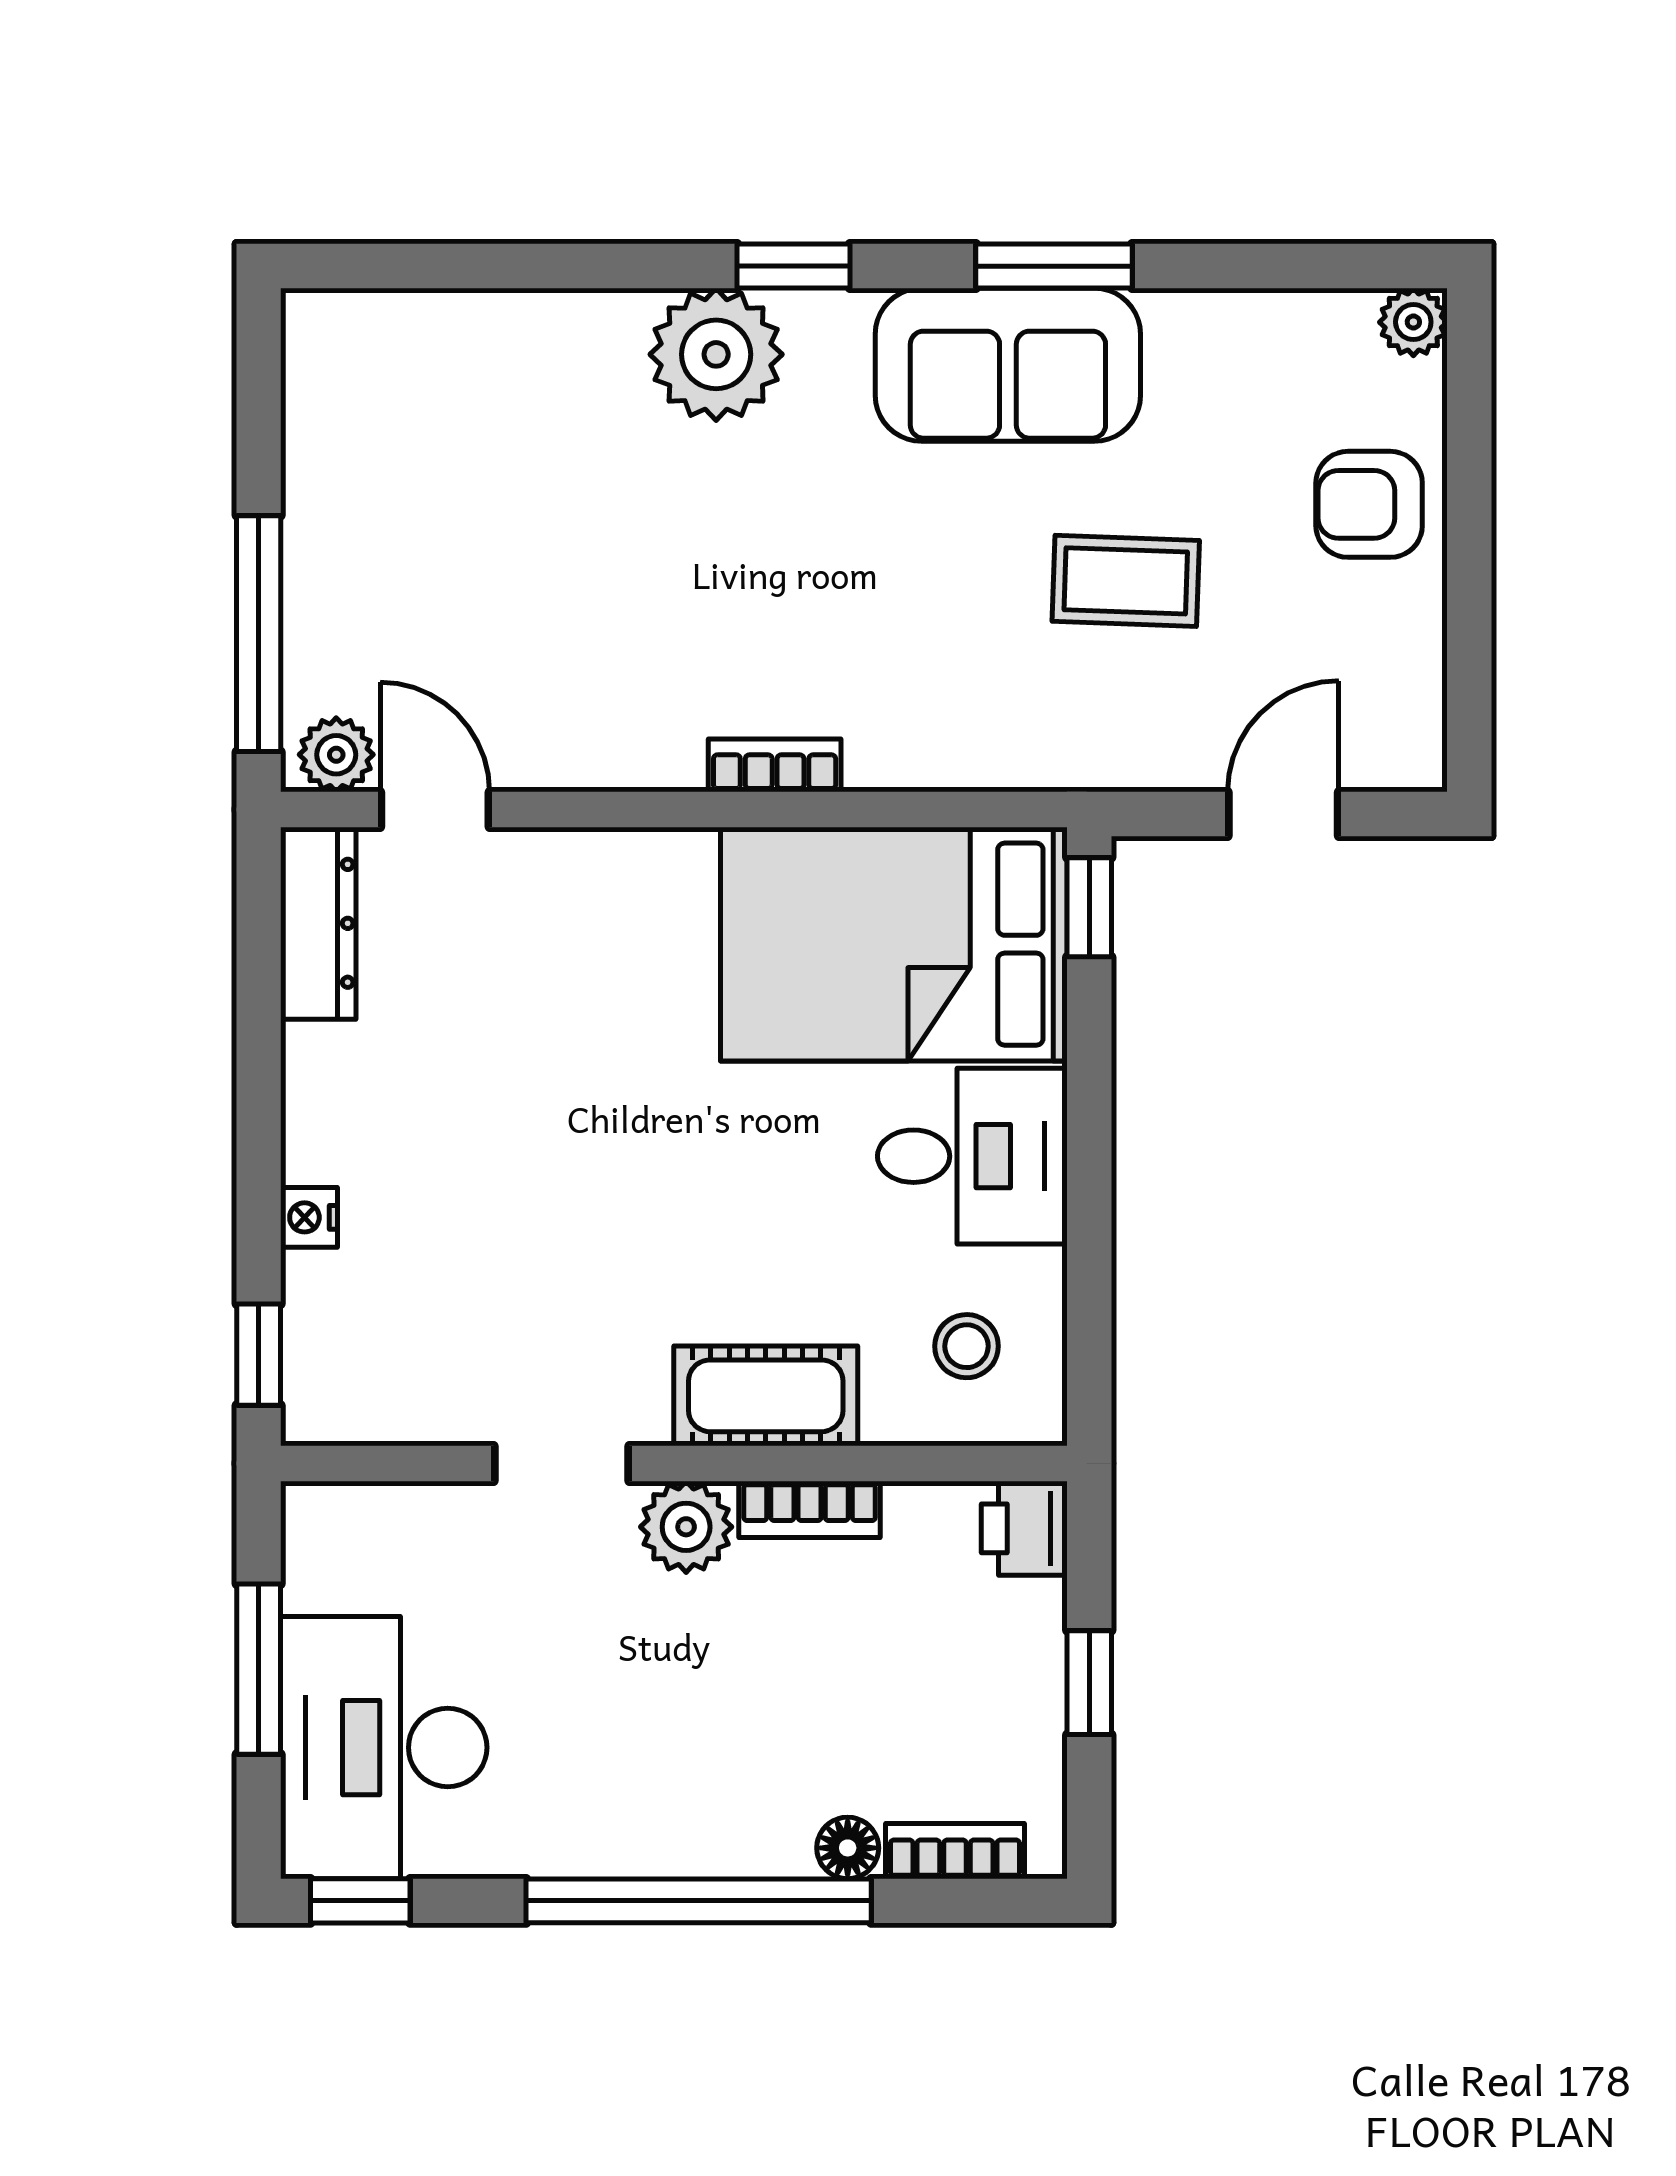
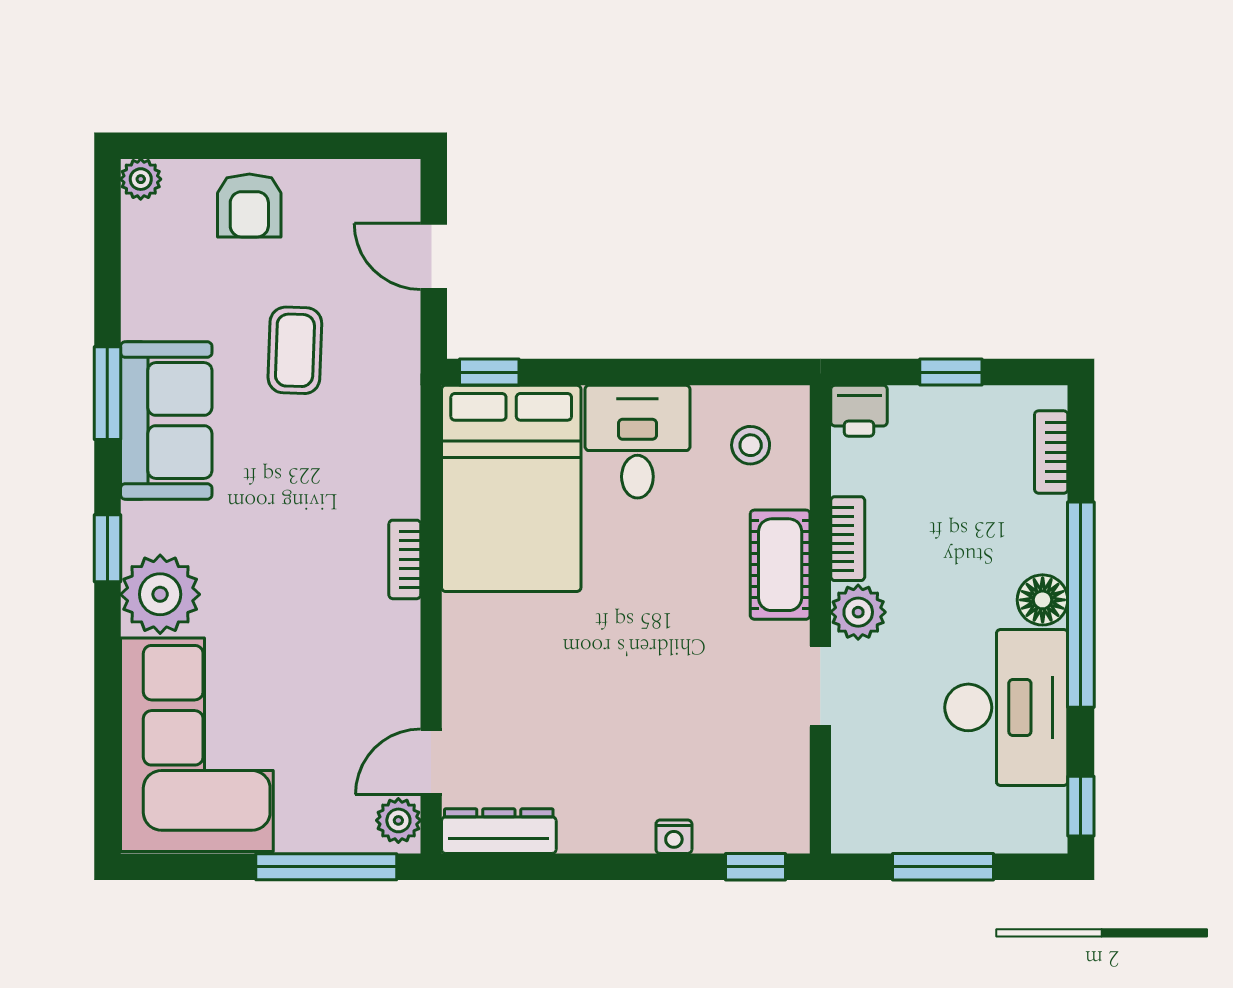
corner sofa: (463, 416) -> (197, 745), added
desk: (384, 1748) -> (1006, 707), moved, turned -90
floor lamp: (848, 1848) -> (1043, 600), moved, width x1.37, depth x1.37

